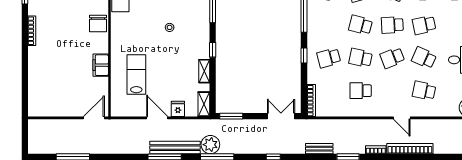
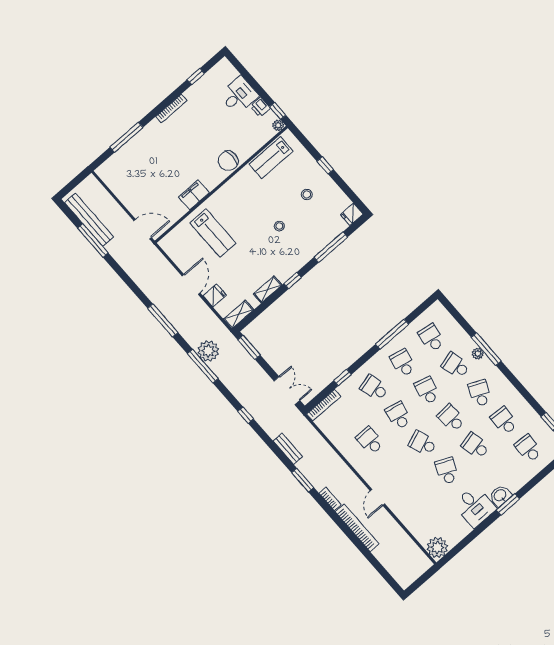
window: (304, 56) -> (343, 378), moved
lab bench: (136, 75) -> (213, 233), turned 90
window: (25, 76) -> (126, 137), added
school desk: (424, 91) -> (403, 363), moved
bench: (175, 148) -> (89, 220), moved

